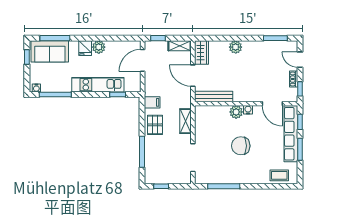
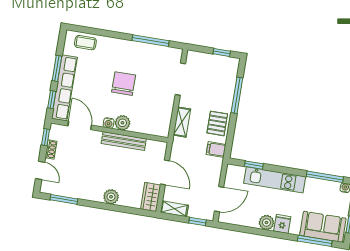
bench: (214, 96) -> (124, 141), moved
chair: (241, 146) -> (124, 84), turned -90

